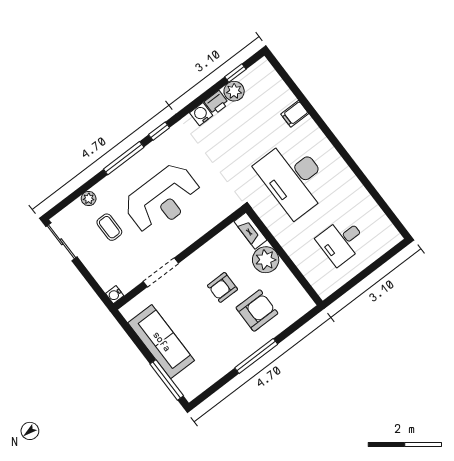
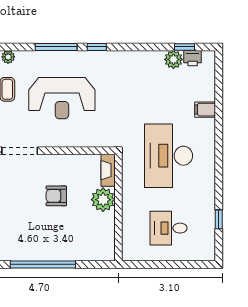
printer: (217, 103) -> (193, 58), moved
water cooler: (201, 114) -> (137, 58), removed
window: (379, 200) -> (219, 219), added
armchair: (257, 310) -> (69, 232), removed
window: (256, 356) -> (43, 264), width x1.46

